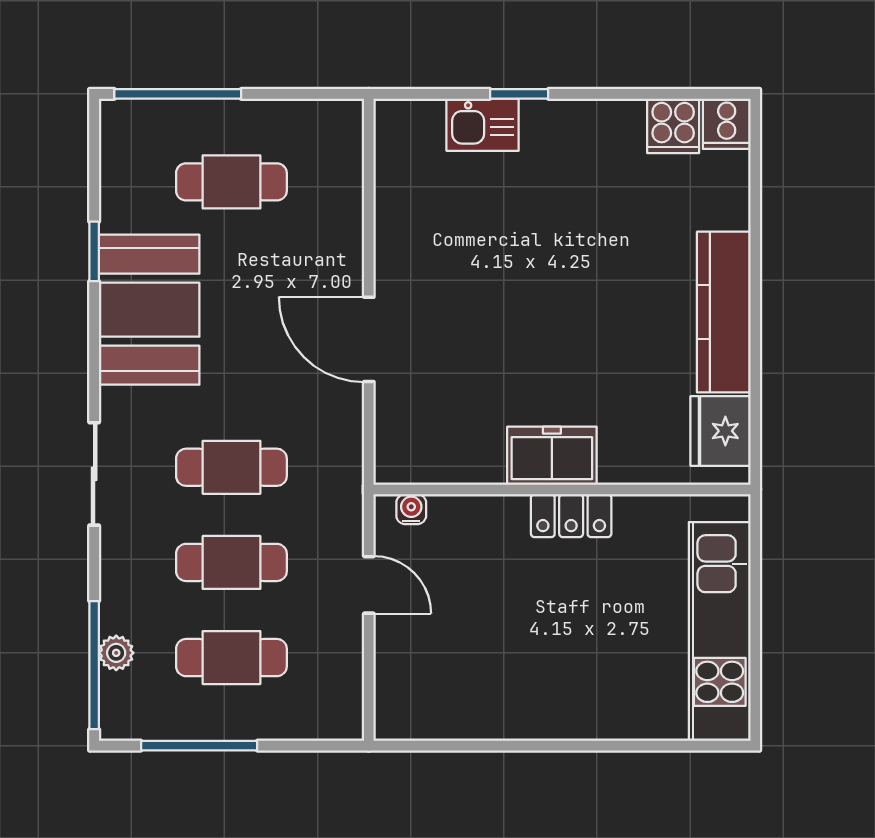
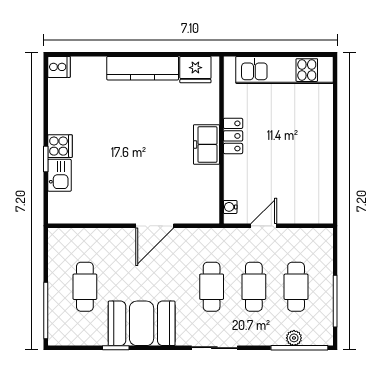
cooker: (673, 126) -> (60, 146), moved

